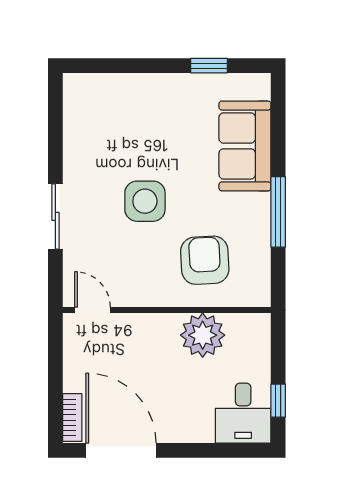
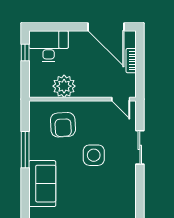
desk: (243, 413) -> (49, 46), width x1.37
bookcase: (72, 417) -> (131, 61), moved

